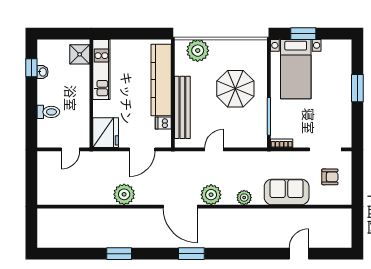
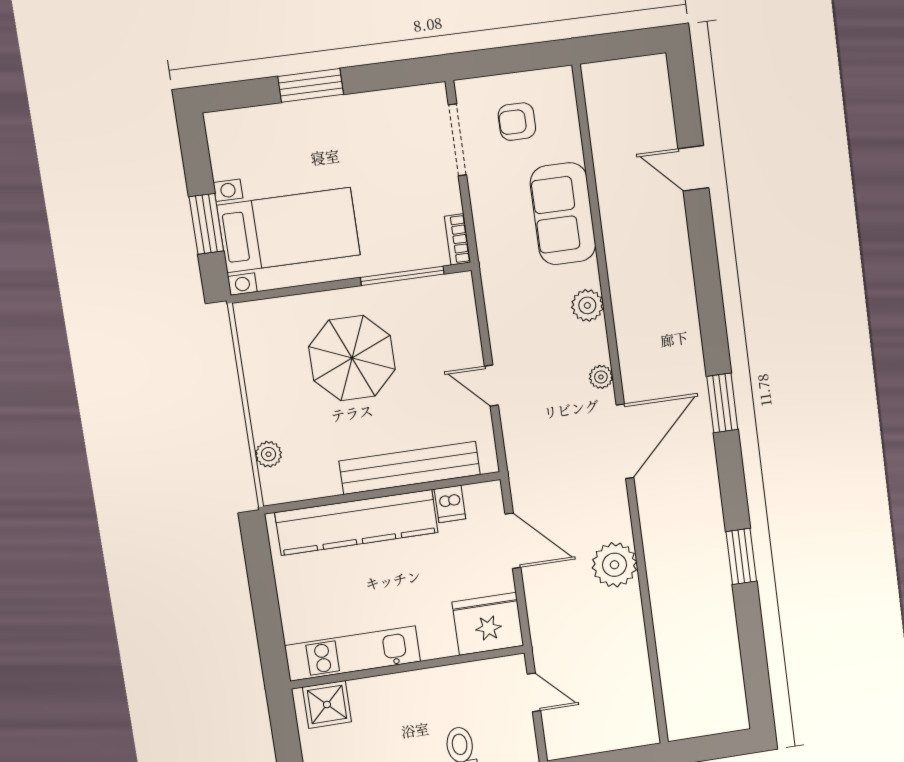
plant: (198, 51) -> (268, 454), width x0.53, depth x0.53
armchair: (330, 177) -> (517, 122), turned -90
plant: (211, 195) -> (601, 377), width x0.53, depth x0.53

